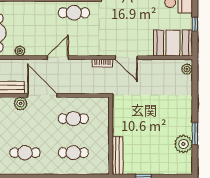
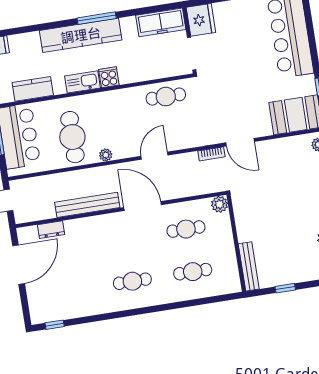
plant: (21, 104) -> (220, 204), moved

